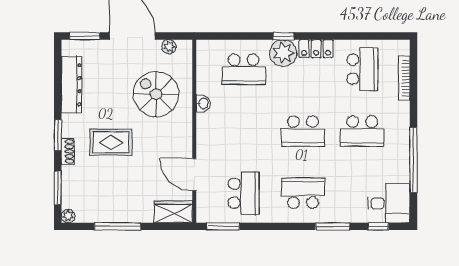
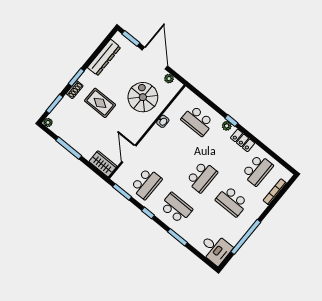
plant: (283, 53) -> (227, 126), width x0.53, depth x0.53
school desk: (303, 131) -> (202, 177), turned -90
window: (378, 226) -> (148, 213), moved

